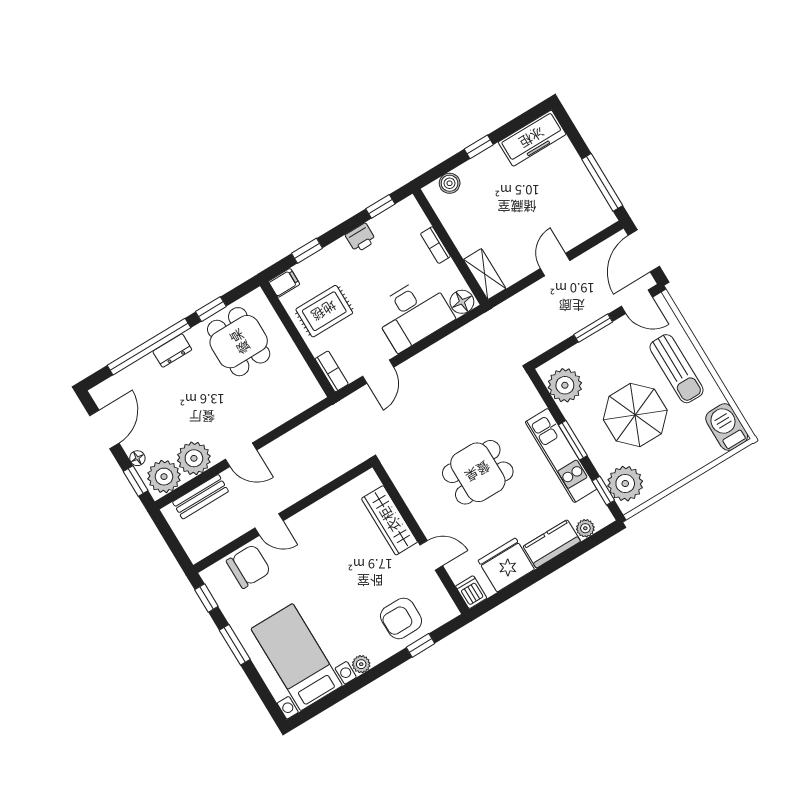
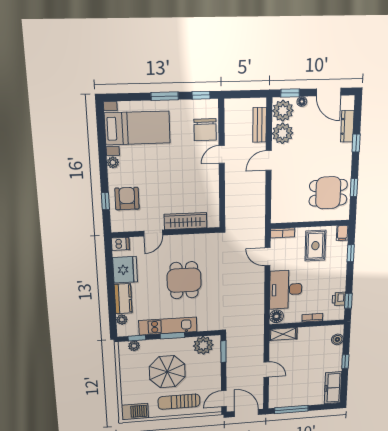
printer: (361, 238) -> (339, 299), moved
window: (593, 328) -> (223, 352), moved
window: (149, 347) -> (356, 143), width x0.32
dresser: (172, 351) -> (347, 126), moved, width x1.44
plant: (625, 484) -> (134, 346), width x0.53, depth x0.53

